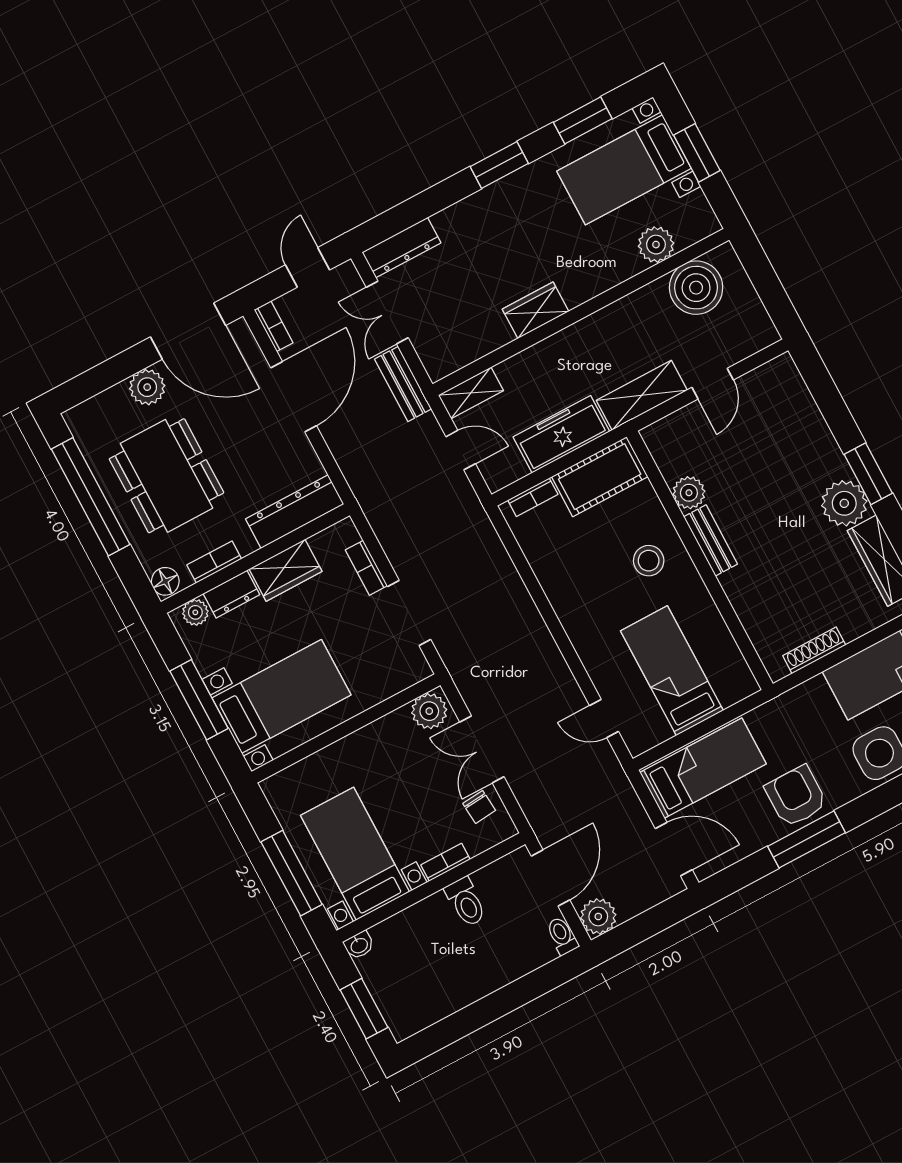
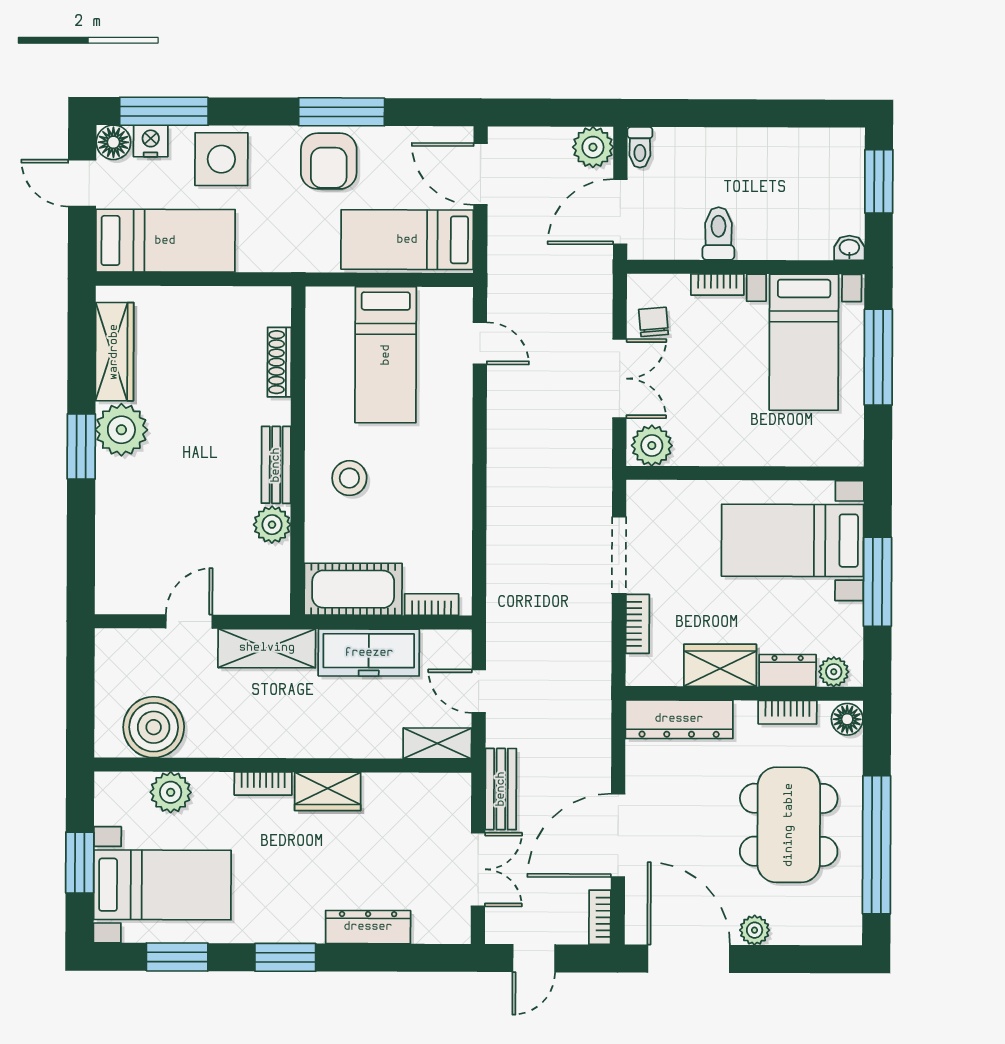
dresser: (402, 248) -> (368, 927), moved
bookcase: (588, 290) -> (263, 784), added
plant: (147, 387) -> (755, 930), width x0.73, depth x0.73
shoe rack: (814, 650) -> (279, 362), moved, turned 90

